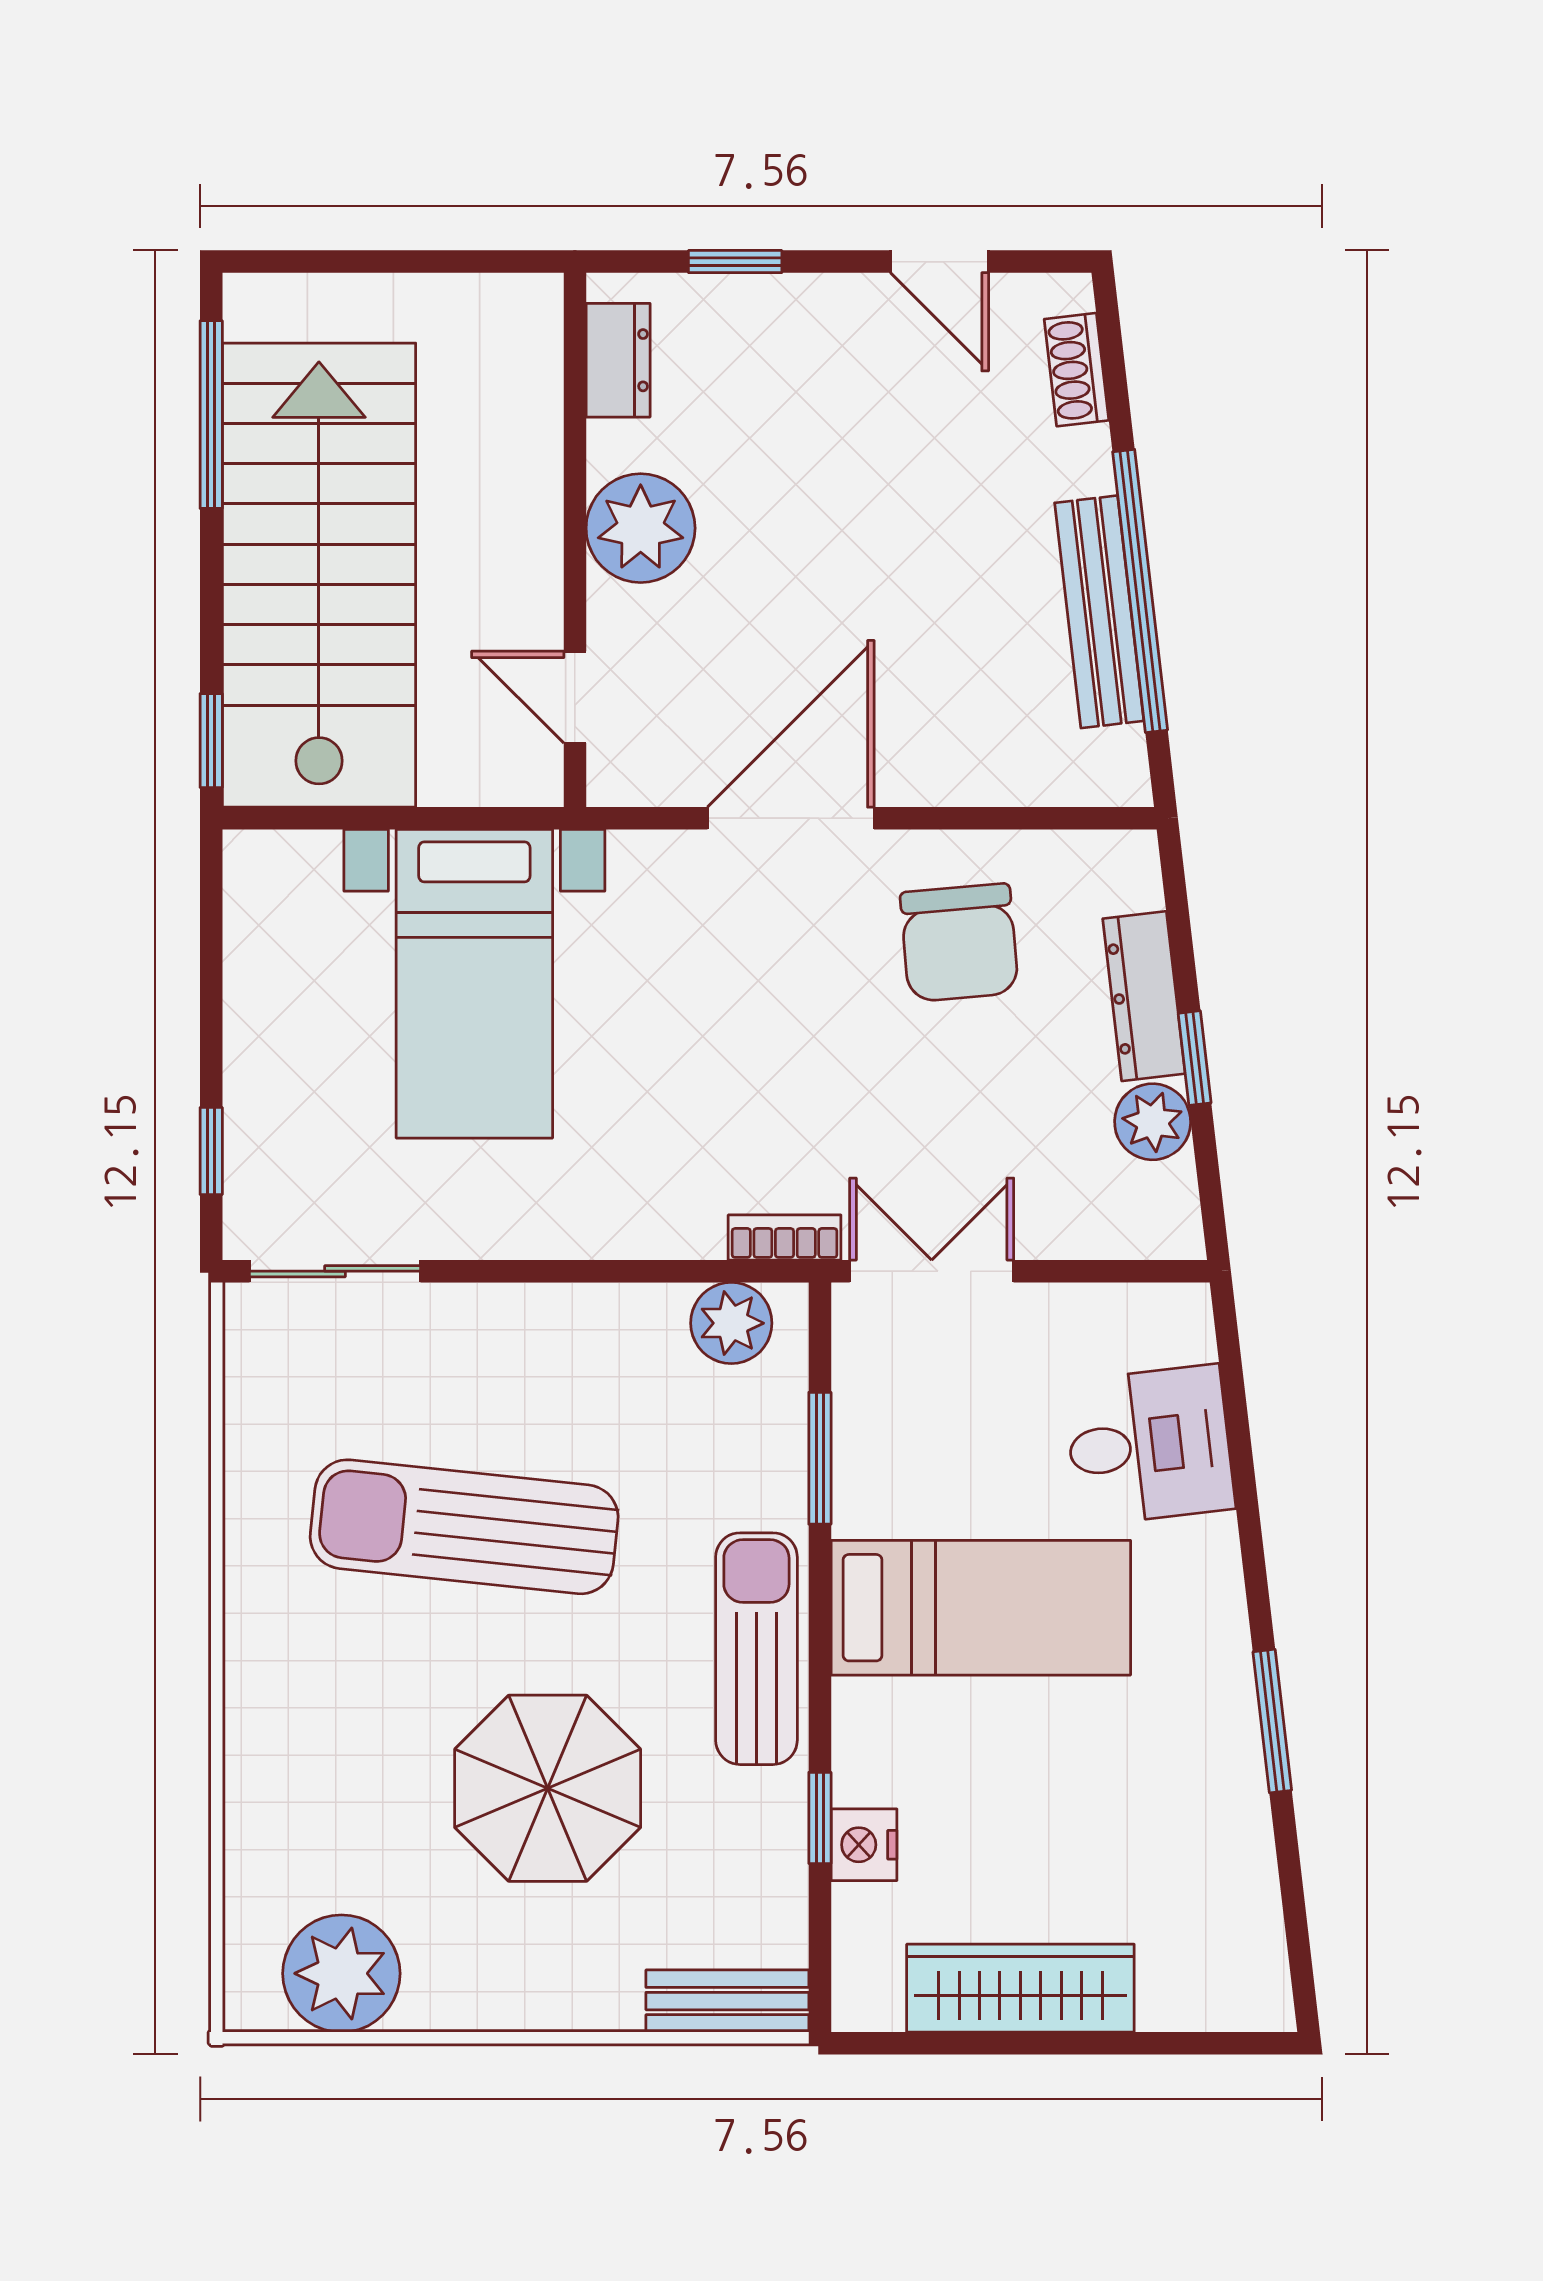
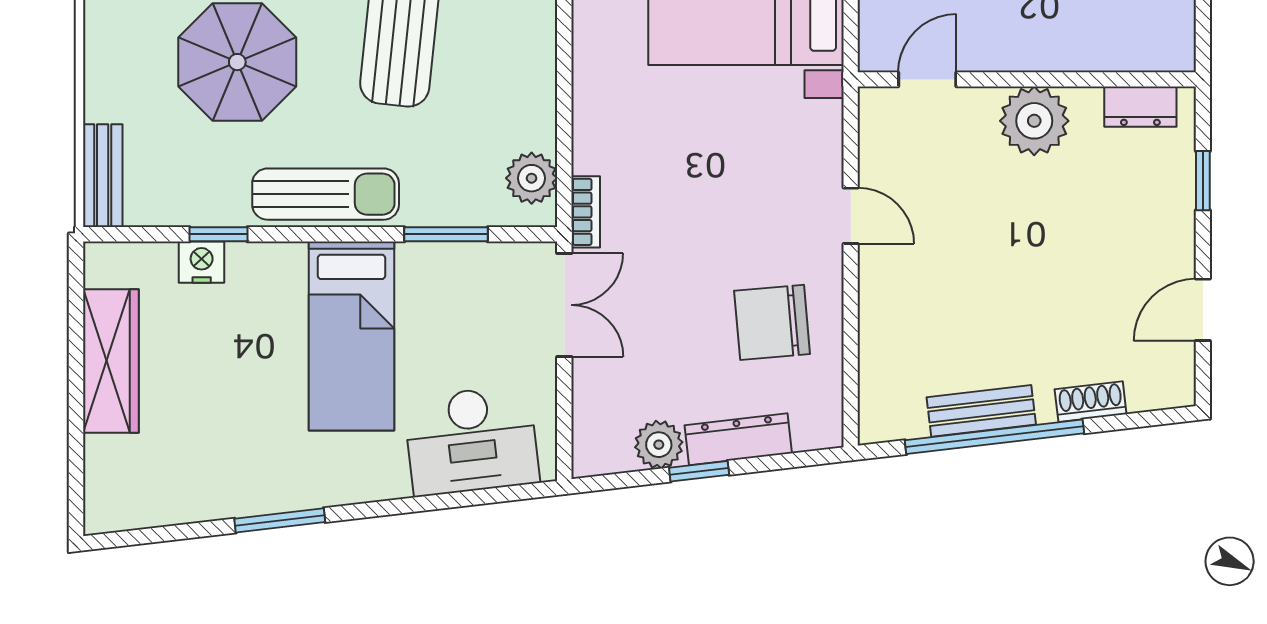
shoe rack: (1076, 370) -> (1091, 402), moved
bench: (1099, 612) -> (981, 411), width x0.73
door: (791, 818) -> (851, 216), width x0.53
desk: (1149, 1445) -> (471, 440), width x1.37

